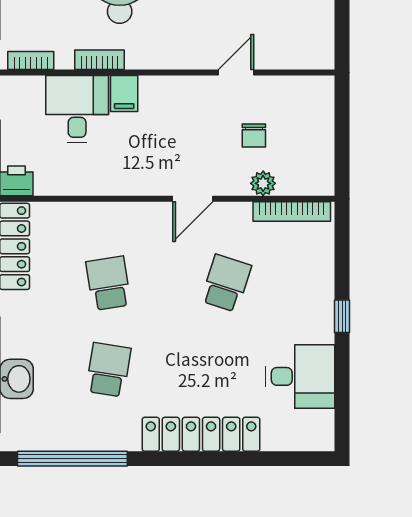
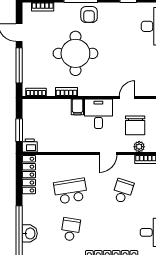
desk: (77, 109) -> (98, 114), moved
chair: (254, 136) -> (135, 125), width x1.87, depth x1.87
school desk: (108, 283) -> (71, 191), width x1.85

